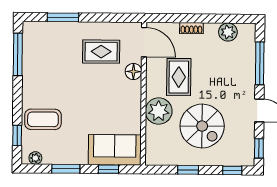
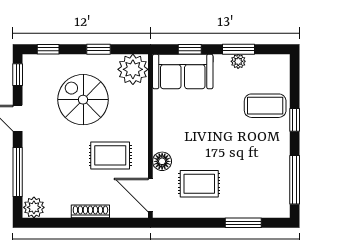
shoe rack: (191, 28) -> (90, 211), width x1.43
plant: (228, 32) -> (34, 207), moved
rug: (179, 77) -> (110, 155), turned 90
plant: (159, 111) -> (133, 69), moved
window: (17, 135) -> (295, 120), moved
plant: (35, 158) -> (238, 61), moved

